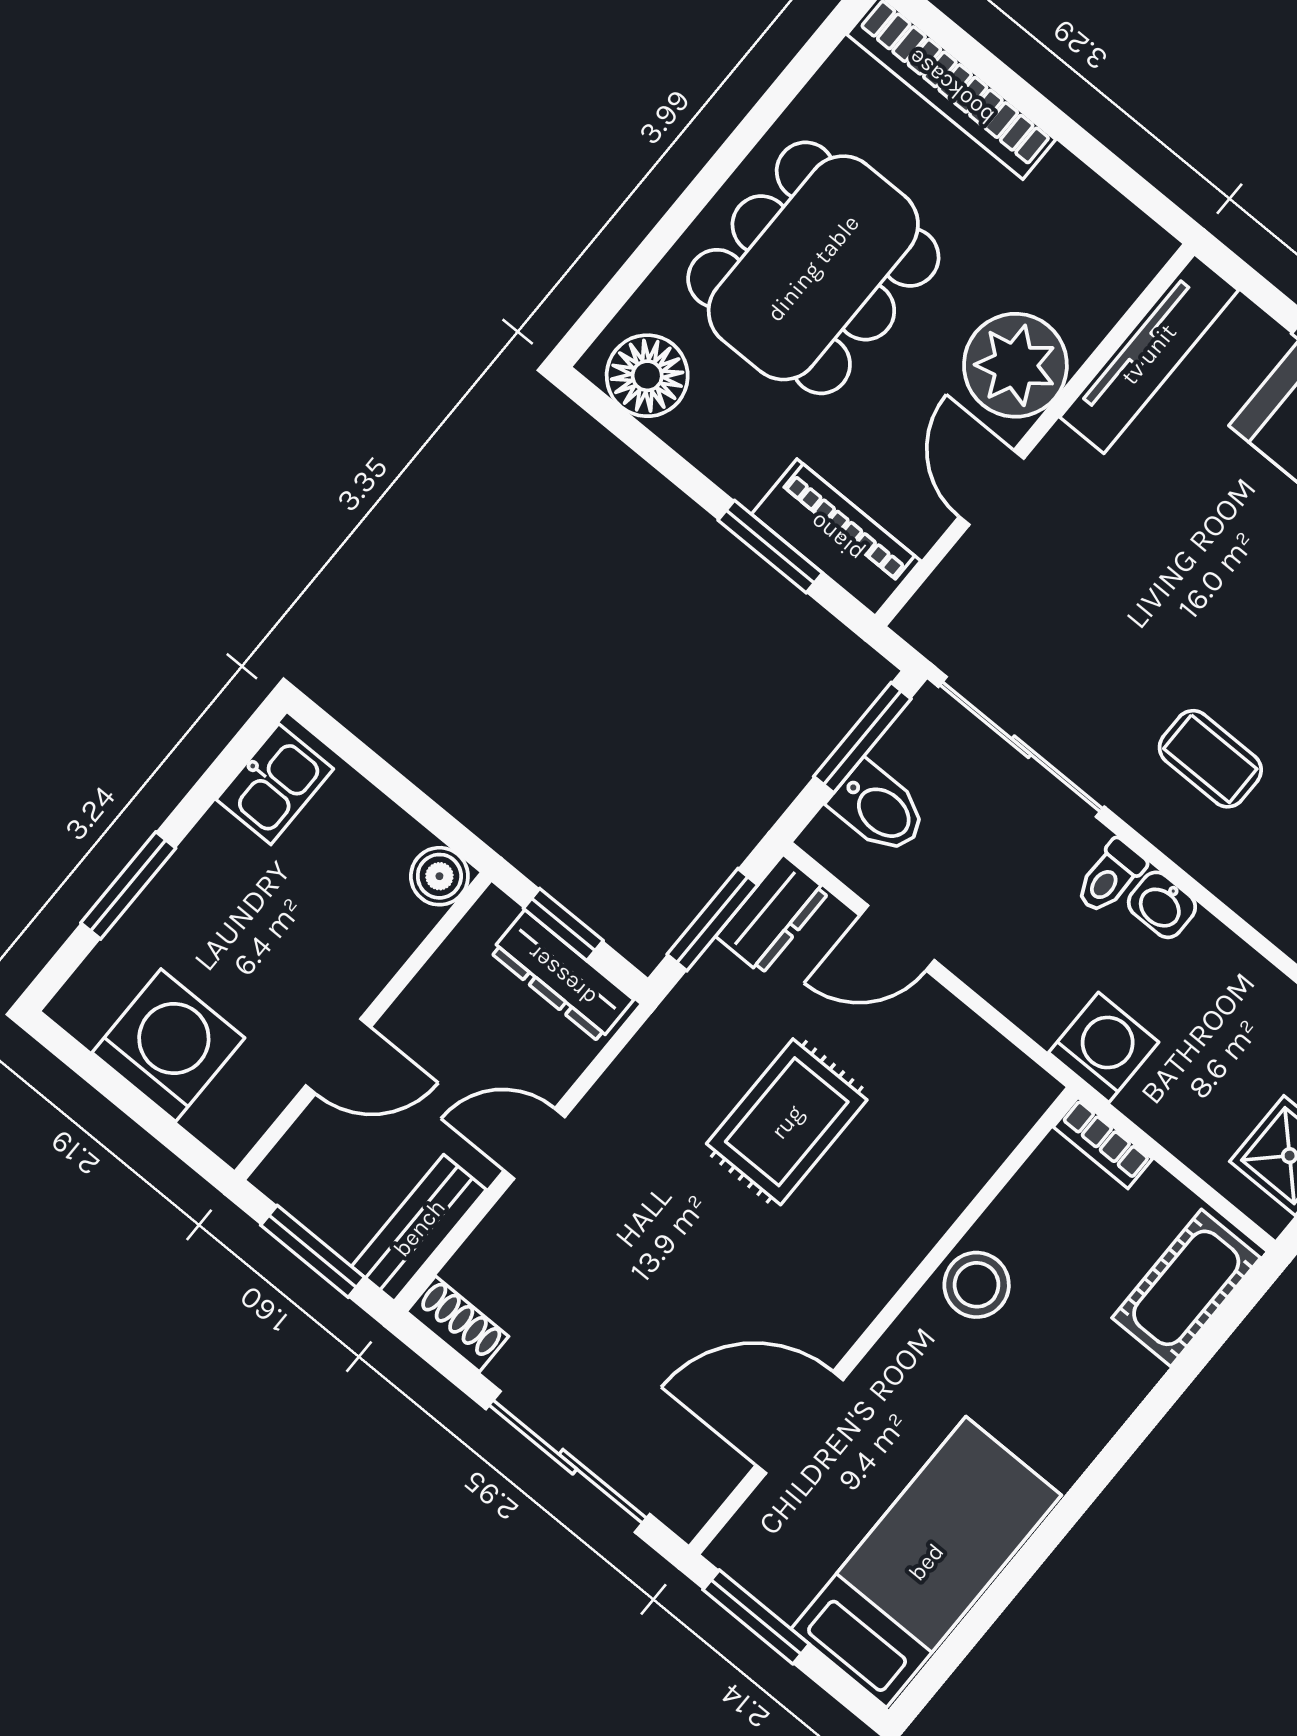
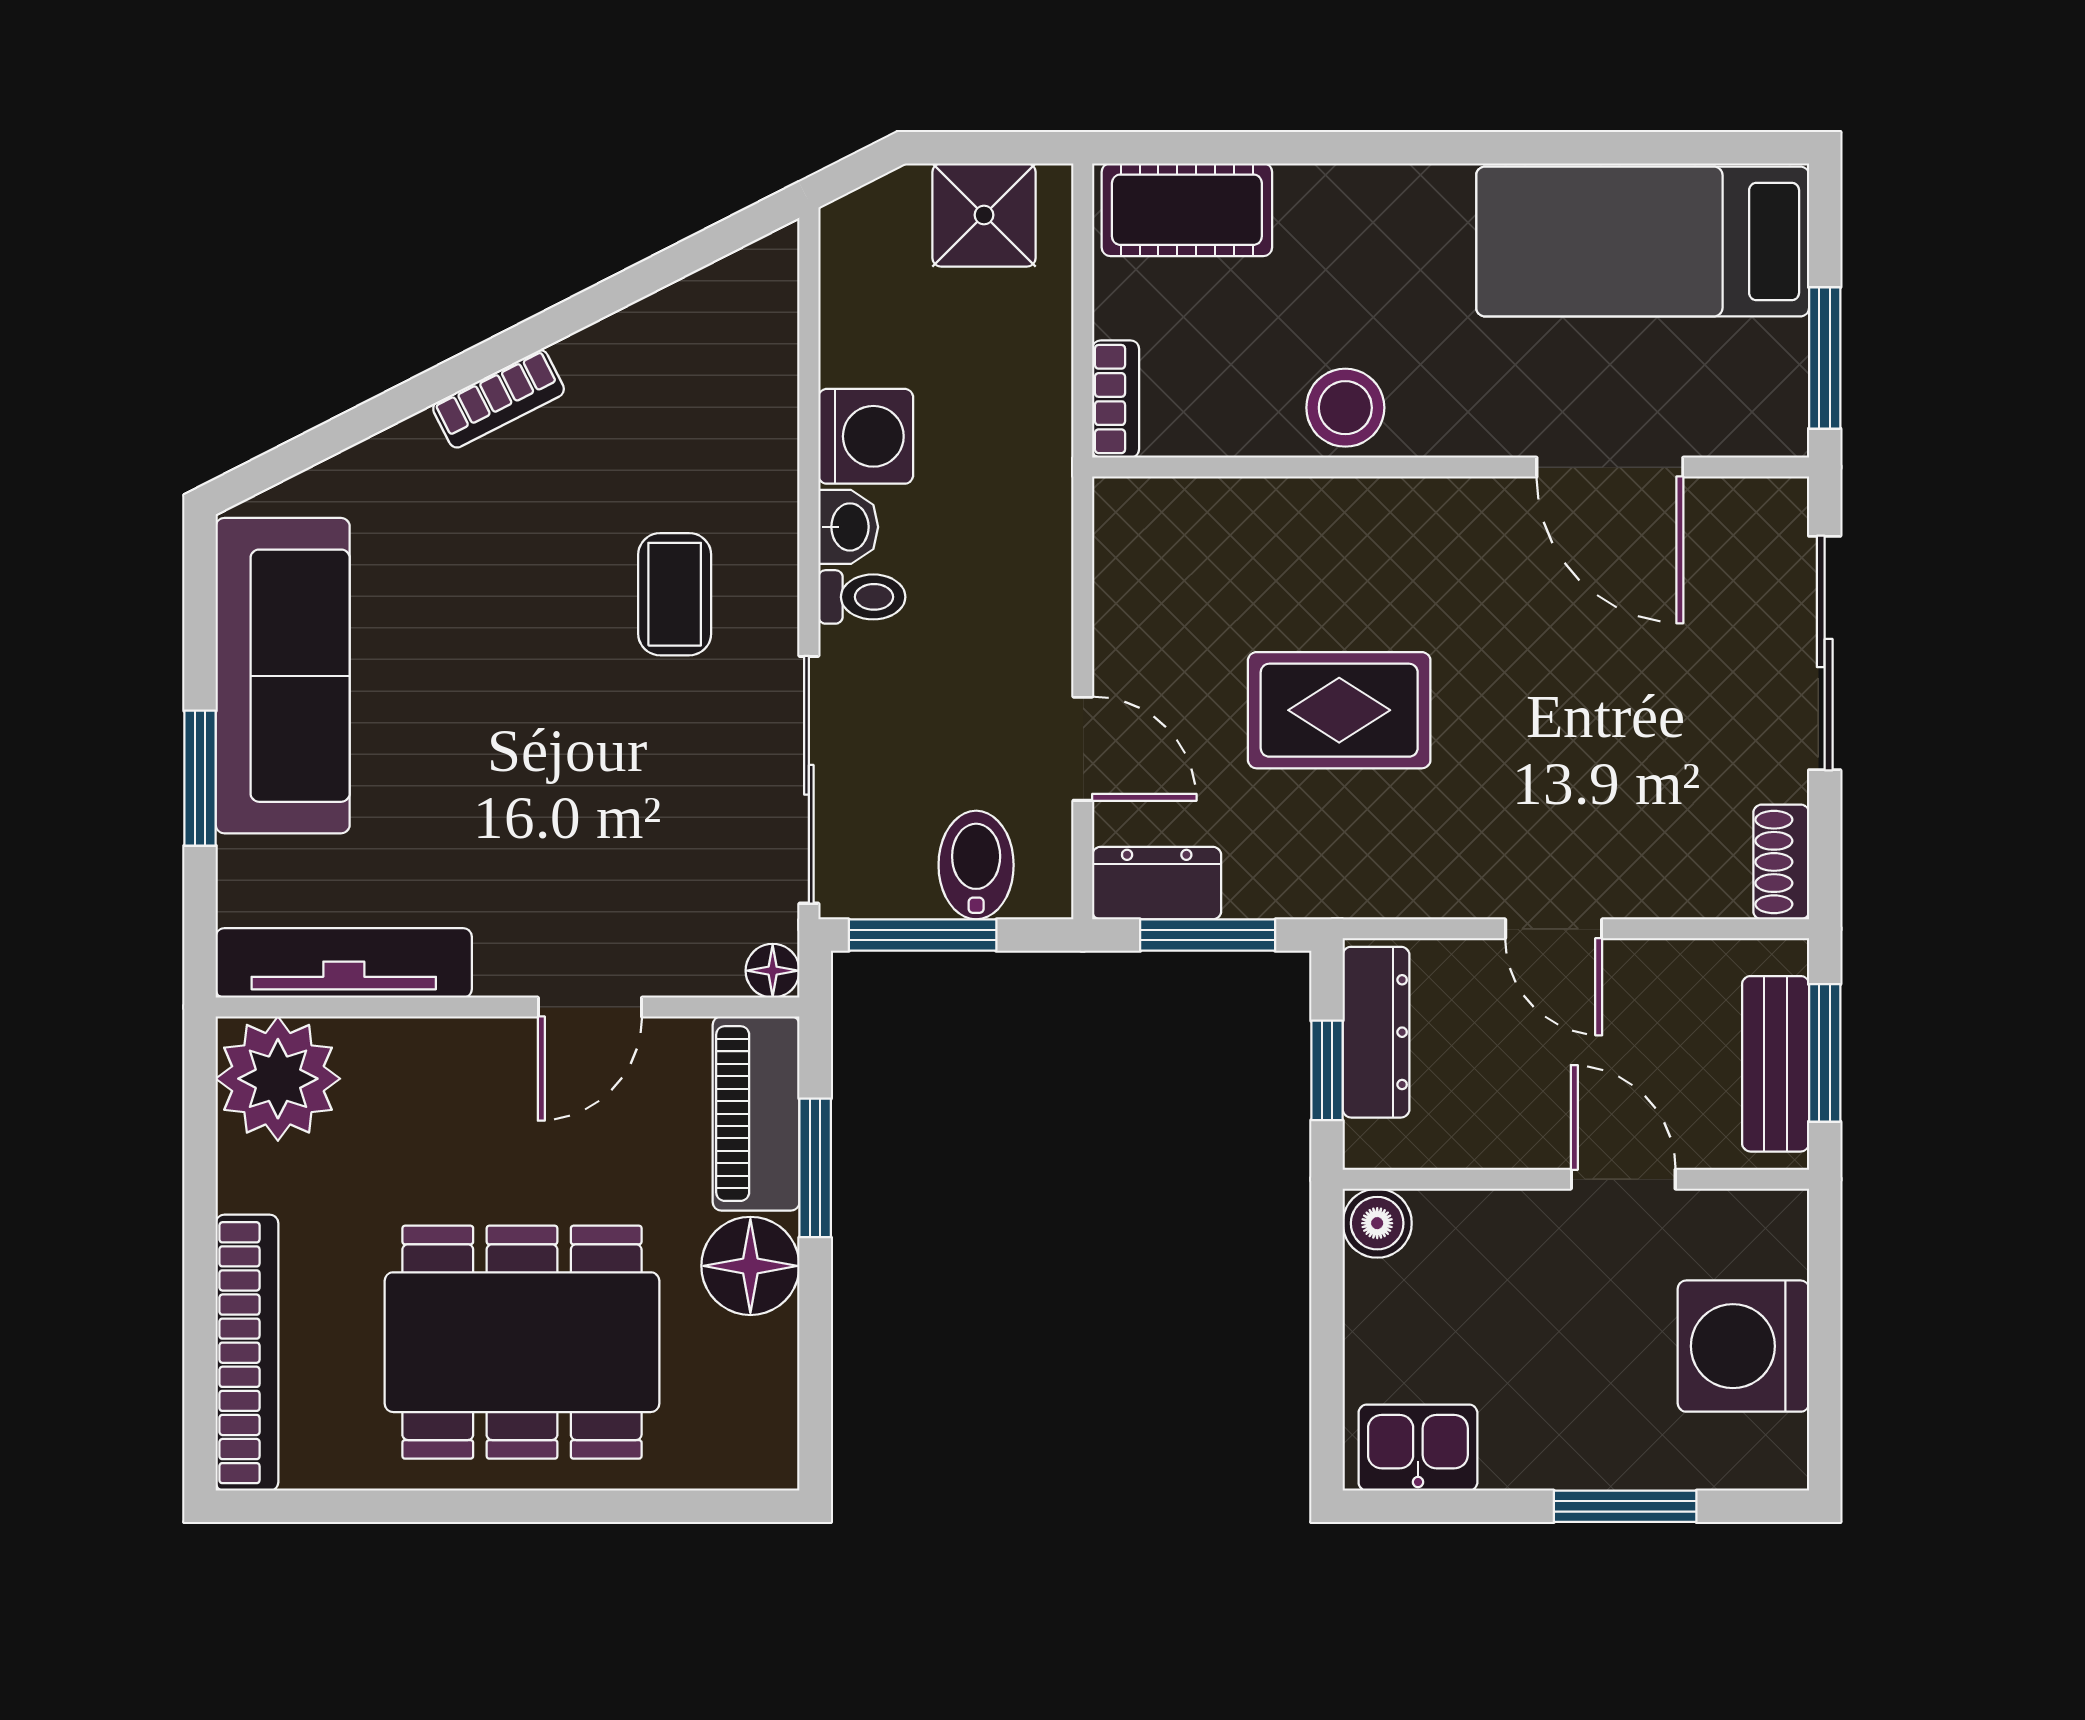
plant: (1015, 365) -> (278, 1079), moved
floor lamp: (647, 376) -> (750, 1266), moved
floor lamp: (919, 623) -> (773, 971), added
washing machine: (1104, 1047) -> (866, 436), moved, turned 180
bench: (419, 1228) -> (1776, 1064), moved, turned 90

